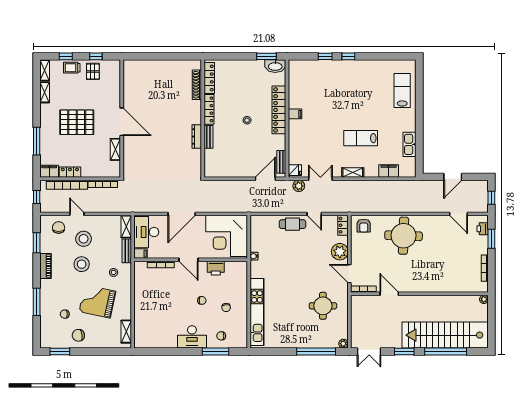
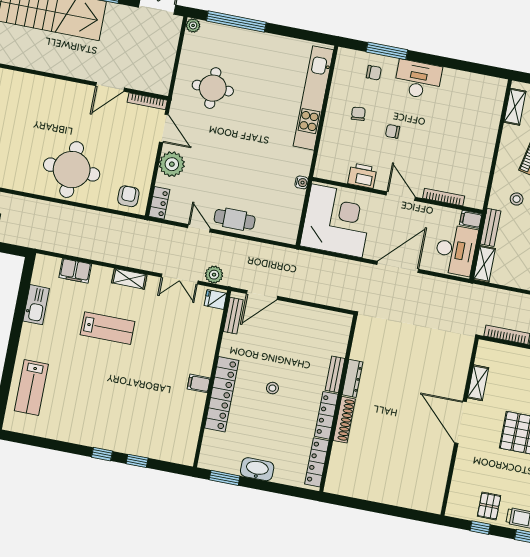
washbasin: (275, 66) -> (257, 469), moved
shoe rack: (197, 85) -> (344, 420), moved
door: (389, 294) -> (110, 87), hinge flipped

